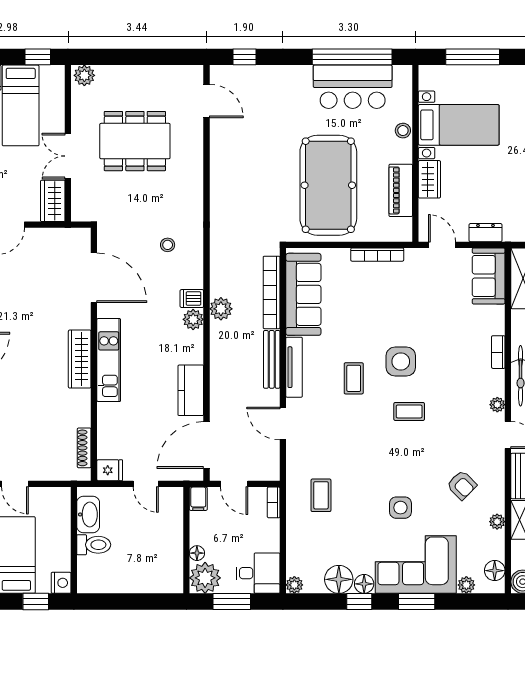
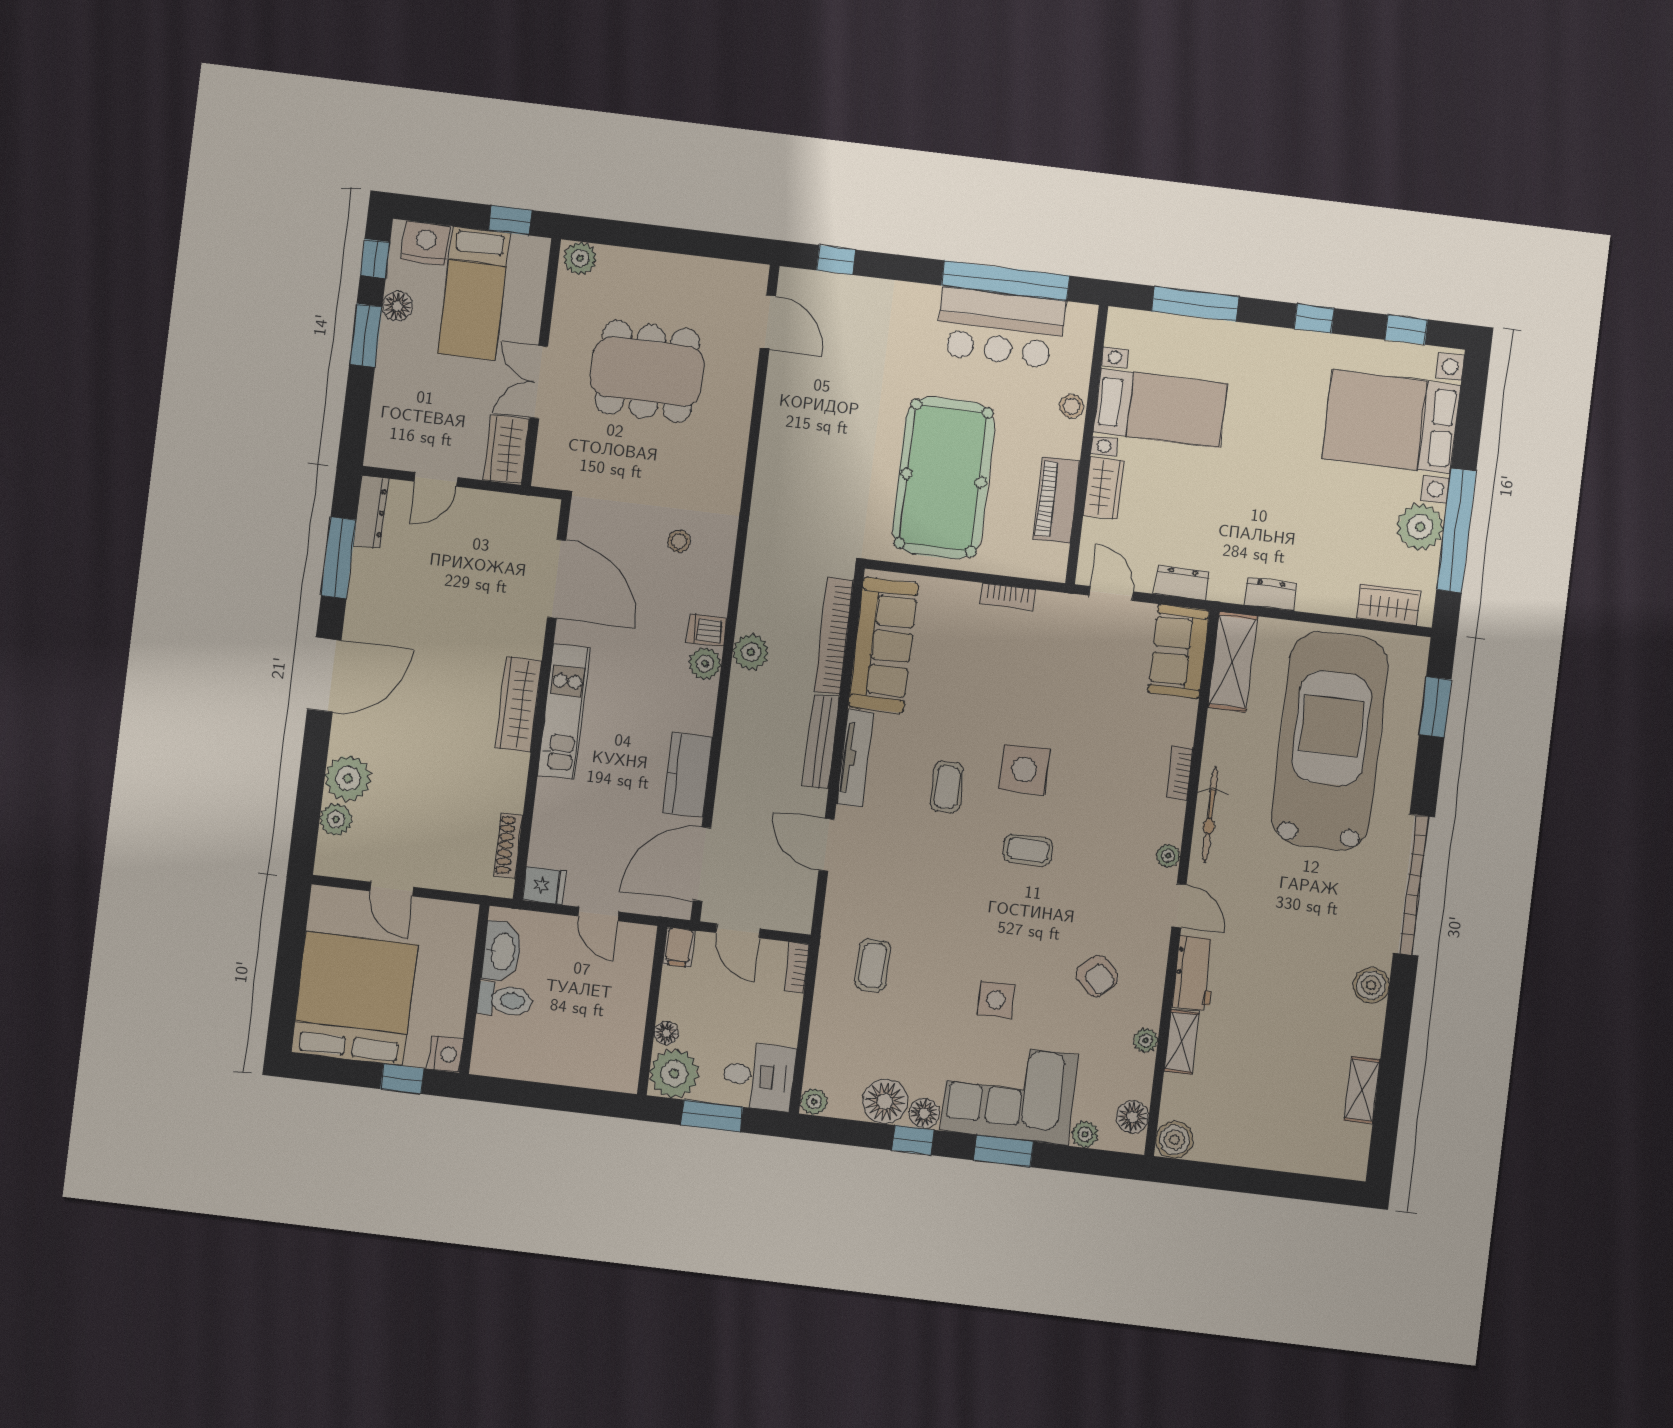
bookcase: (377, 255) -> (1007, 597), width x0.64

